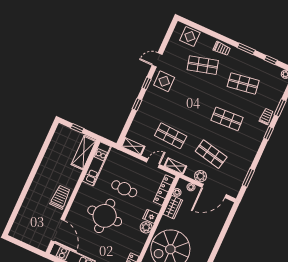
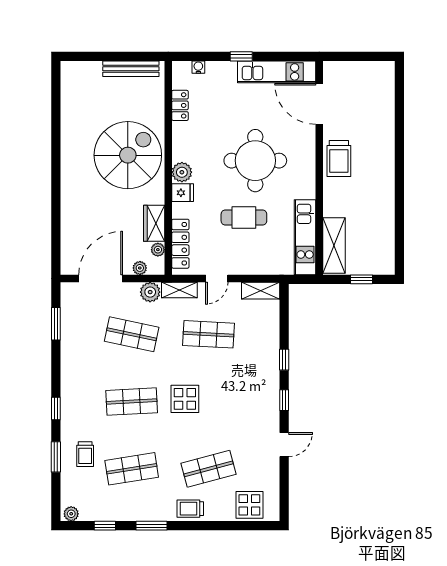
display table: (164, 81) -> (185, 399), moved
trolley: (266, 117) -> (85, 454), moved
plant: (201, 176) -> (150, 292), moved

